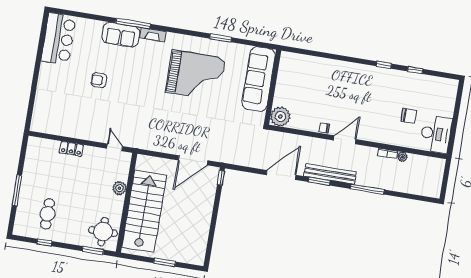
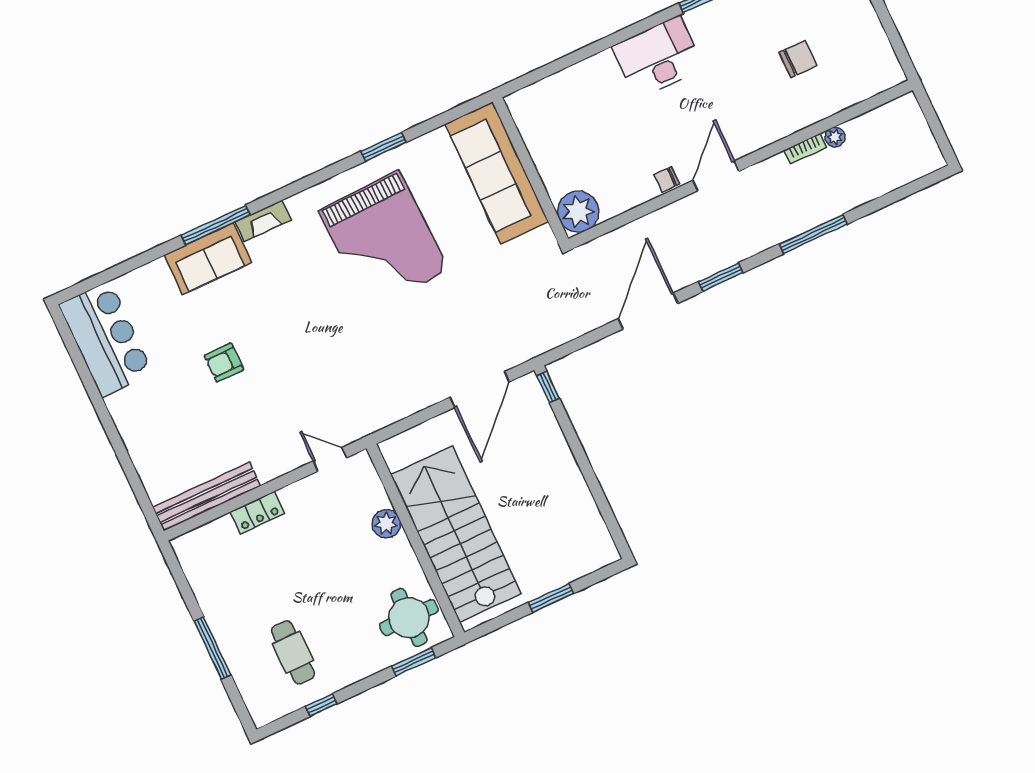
grand piano: (195, 75) -> (384, 241), turned 88
desk: (436, 134) -> (658, 57), moved, turned -90
bench: (330, 174) -> (207, 496), moved

